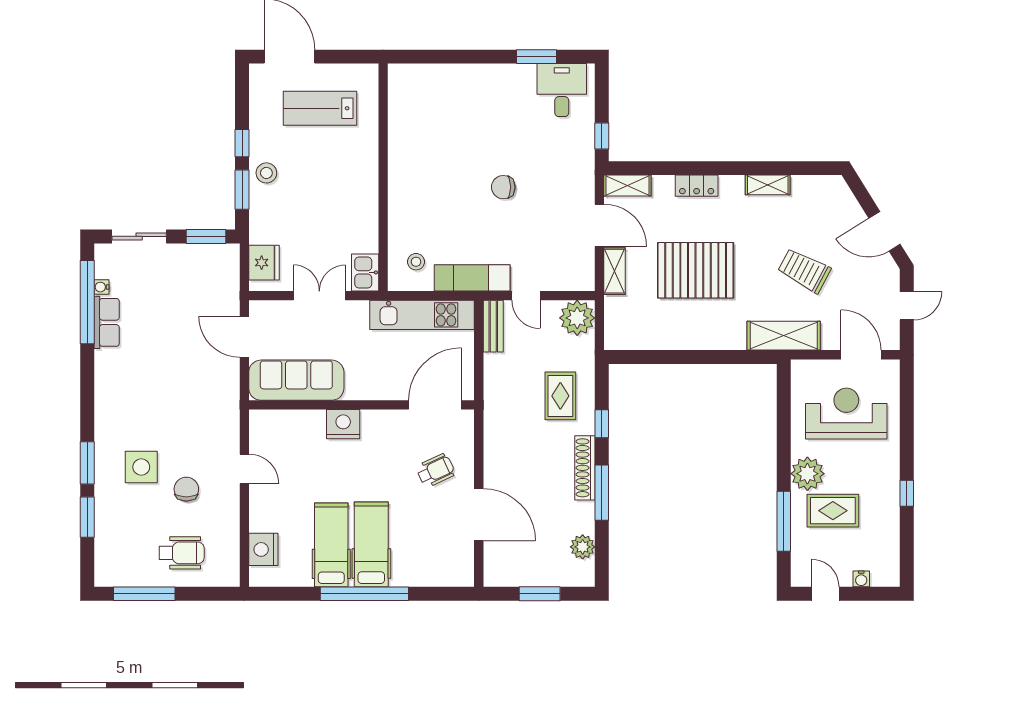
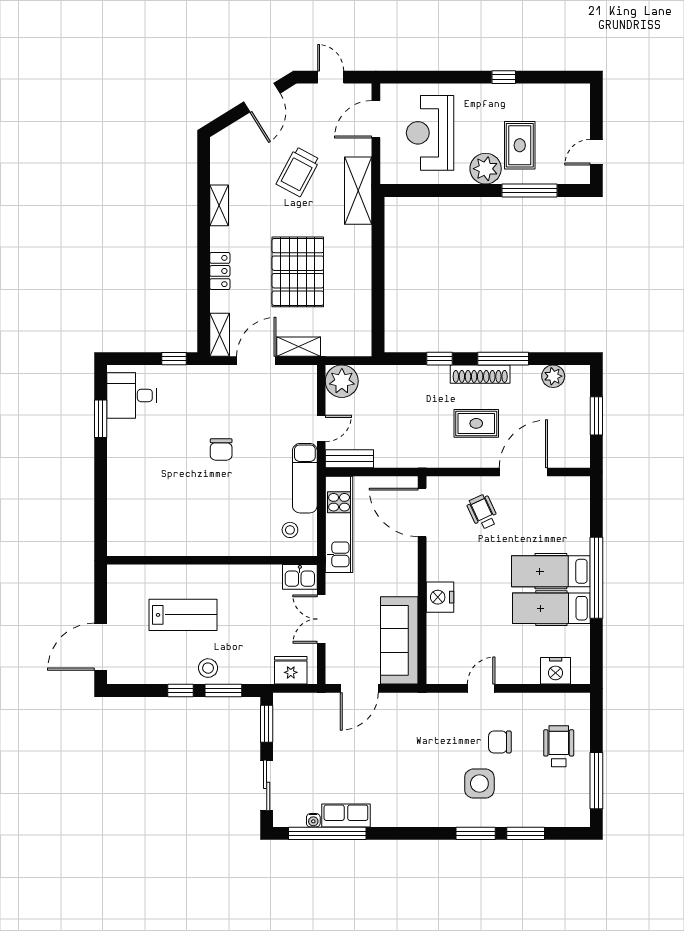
lab bench: (320, 108) -> (183, 615), moved, turned -90
rug: (560, 396) -> (476, 423), moved
water cooler: (861, 579) -> (583, 119), removed

